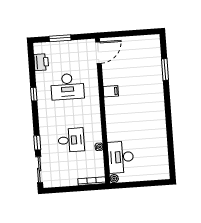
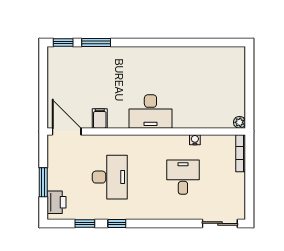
window: (163, 45) -> (63, 43), added
printer: (41, 62) -> (57, 202), moved, turned 90
filing cabinet: (111, 91) -> (100, 118), moved
window: (37, 143) -> (85, 223), moved
desk: (121, 157) -> (150, 111), moved

